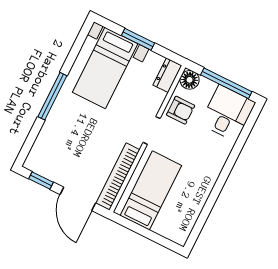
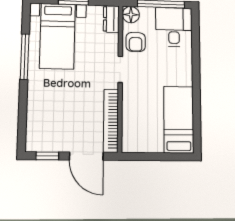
window: (52, 96) -> (25, 57), moved
armchair: (181, 110) -> (136, 42), turned 90
bed: (151, 190) -> (179, 120), moved

